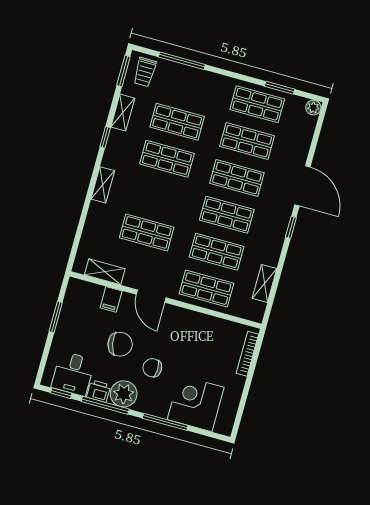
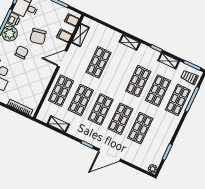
shop shelf: (257, 104) -> (178, 100), moved
filing cabinet: (82, 291) -> (72, 20), added

